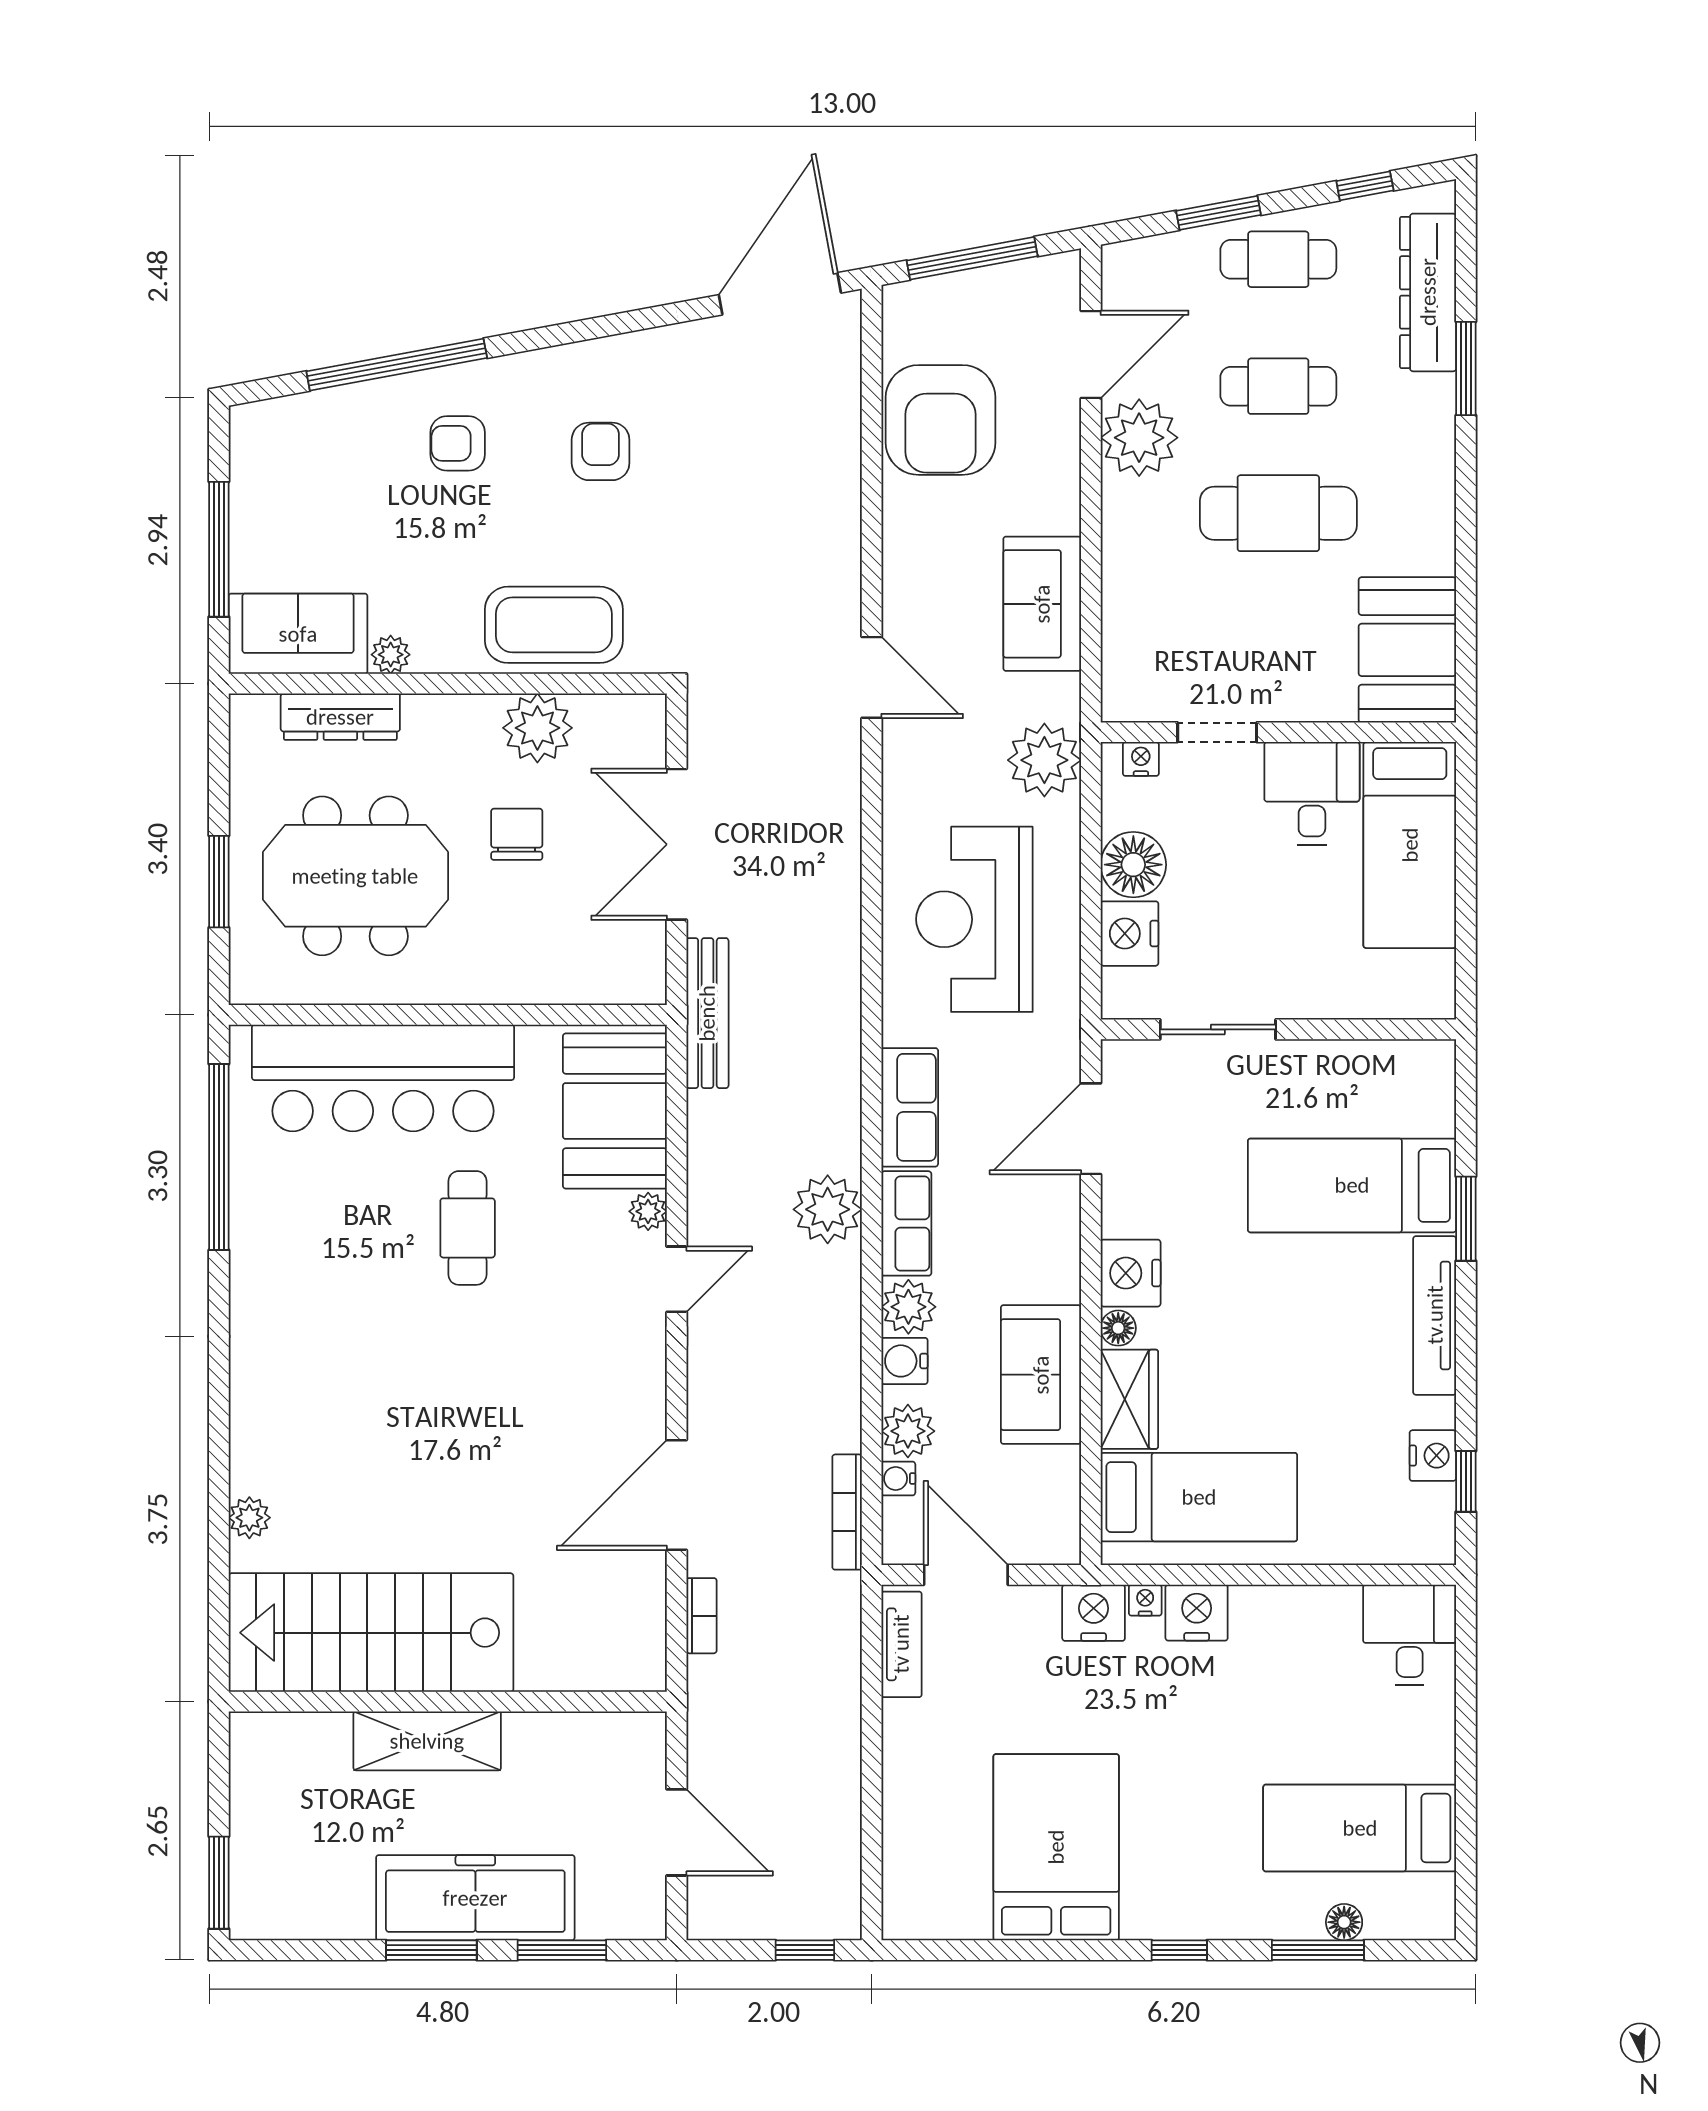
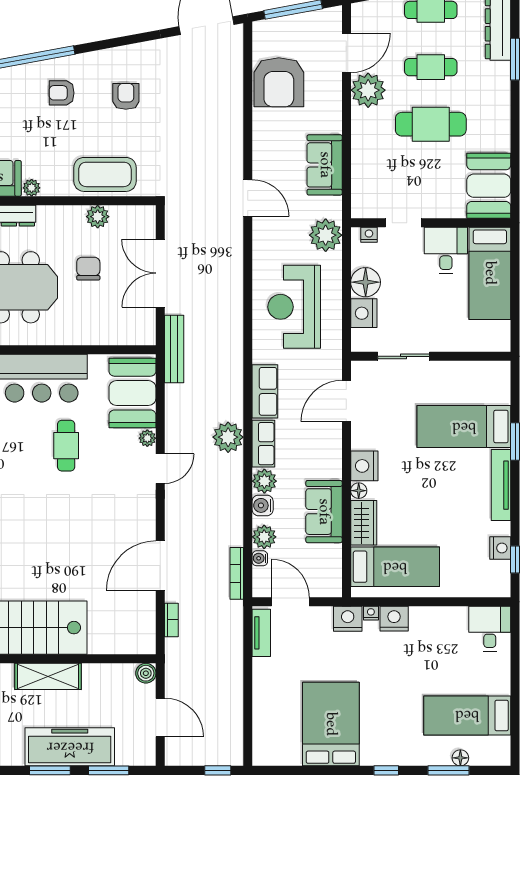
plant: (537, 728) -> (98, 217), width x0.73, depth x0.73
boiler: (645, 1734) -> (146, 673), added

